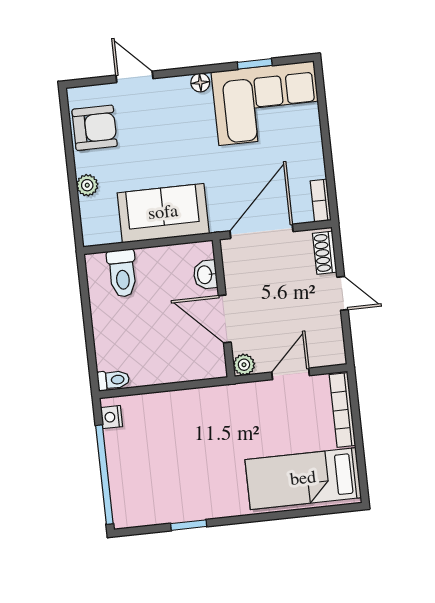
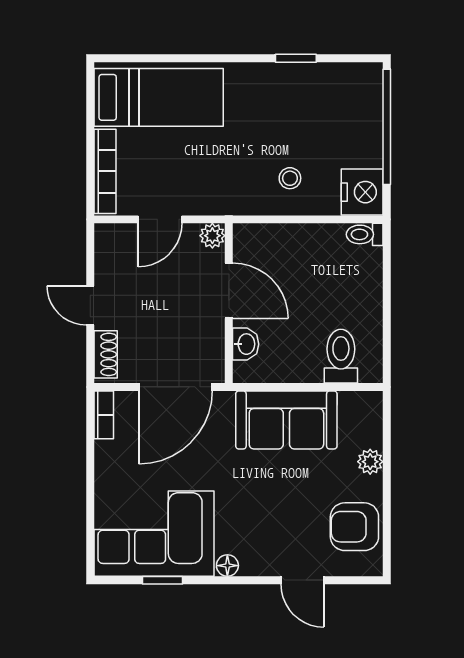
nightstand: (111, 417) -> (362, 192), width x1.89, depth x1.79
stool: (183, 421) -> (290, 178), added

